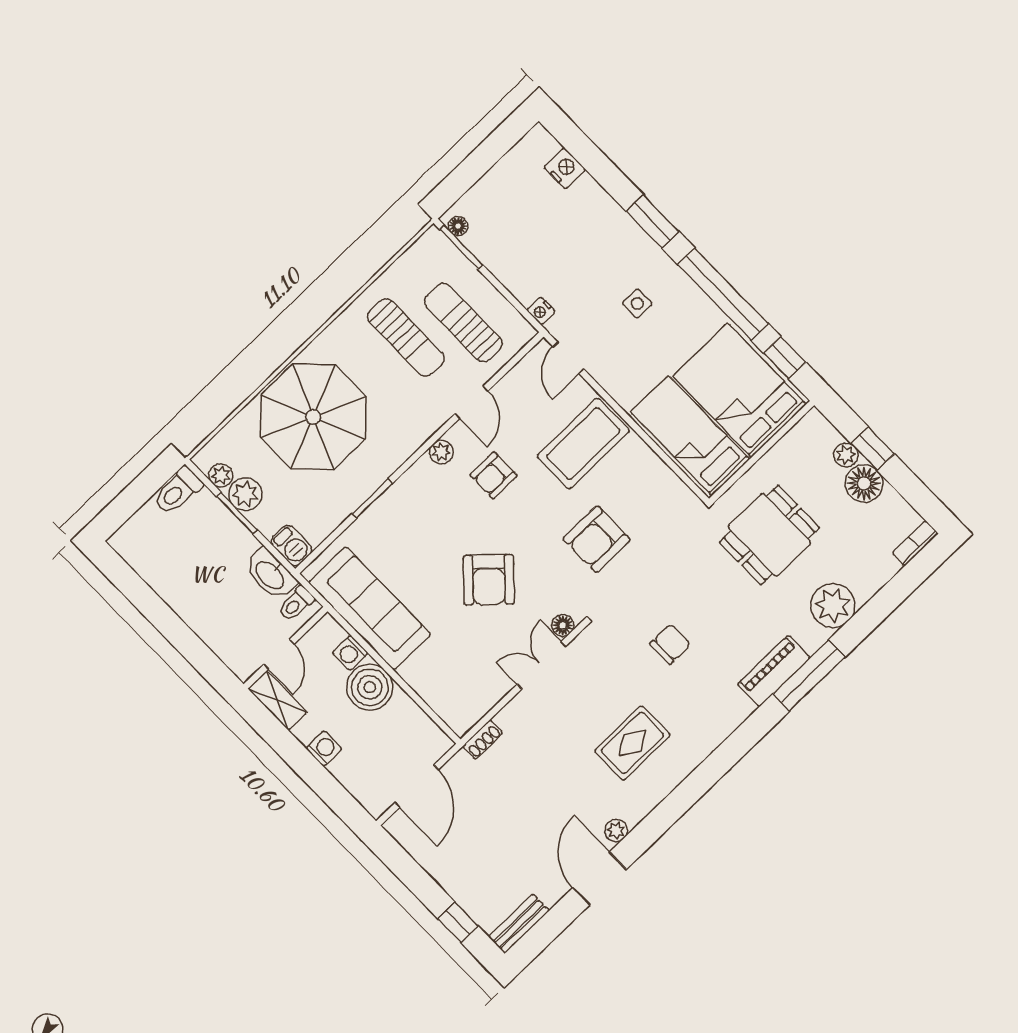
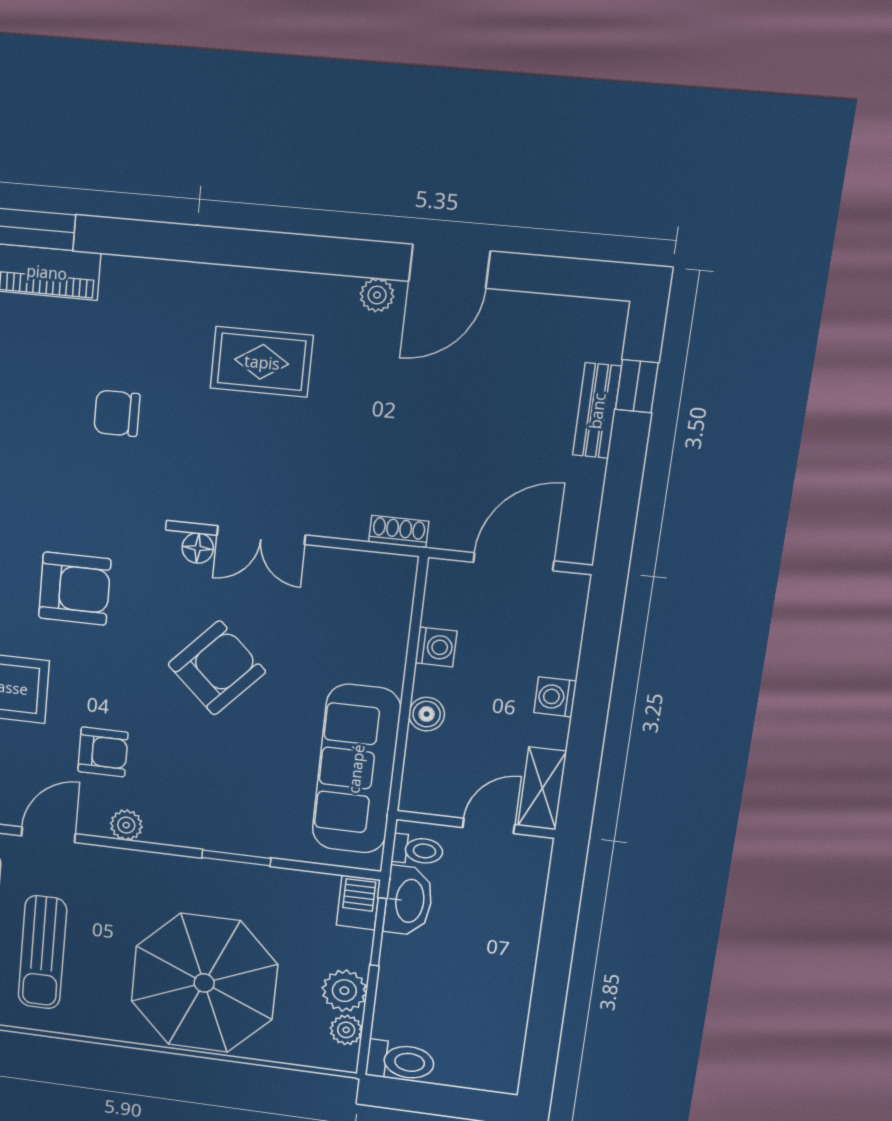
sun lounger: (406, 337) -> (42, 952), turned 180
window: (237, 513) -> (378, 932), moved
washing machine: (350, 653) -> (436, 647), moved
boiler: (370, 687) -> (427, 714), width x0.54, depth x0.54
bench: (519, 924) -> (597, 411), moved, turned 90

